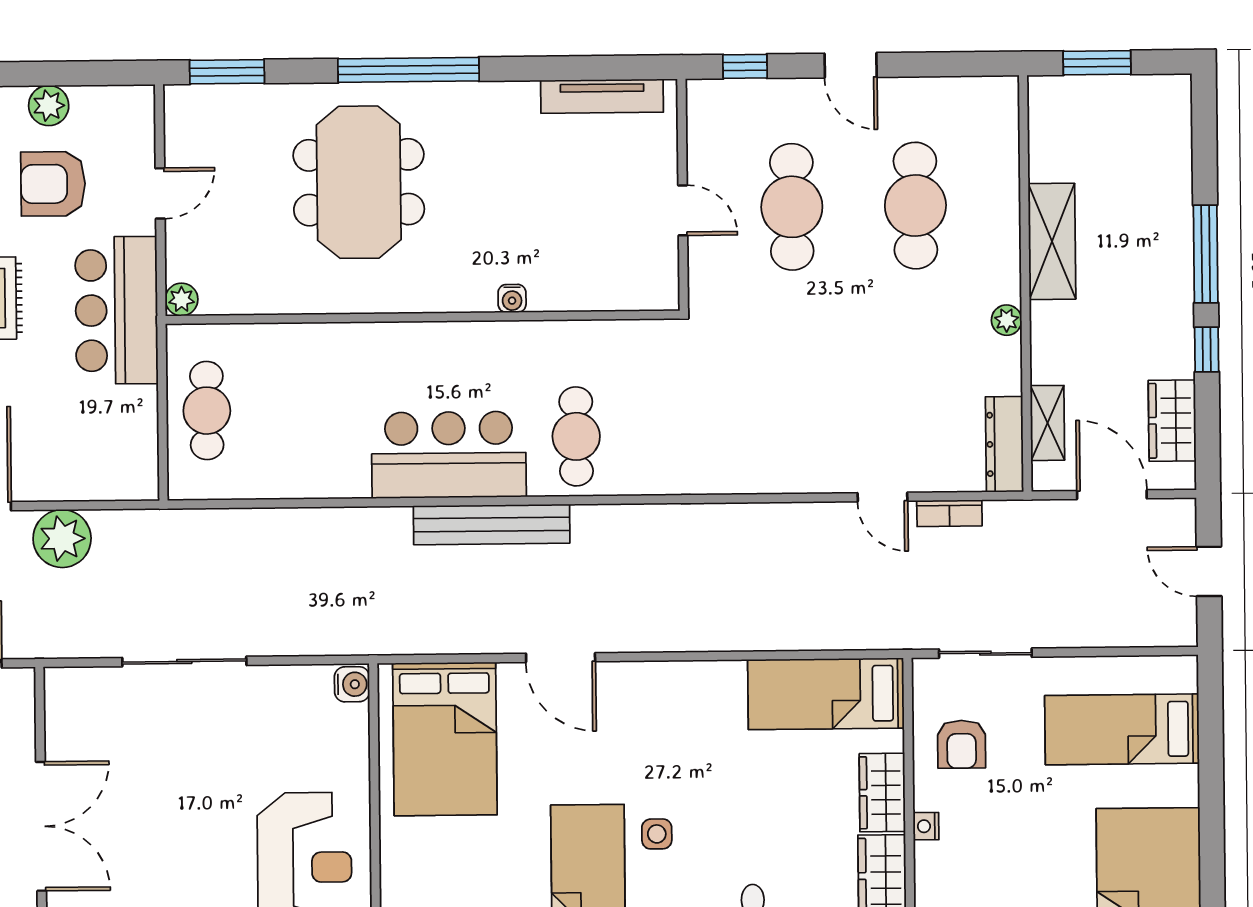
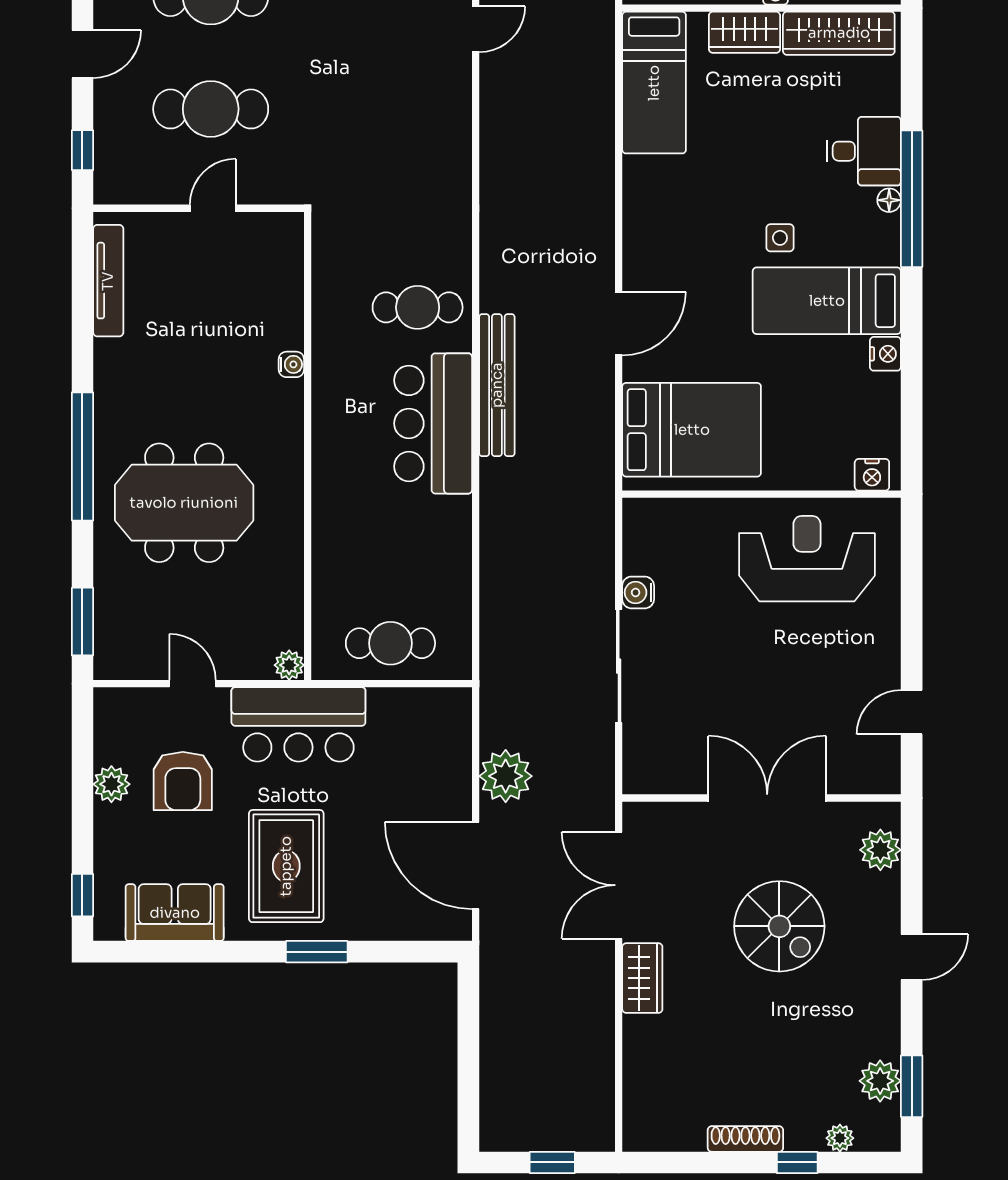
water cooler: (352, 684) -> (638, 592), moved, turned -90

